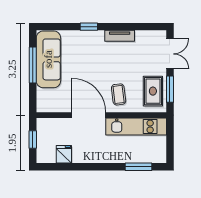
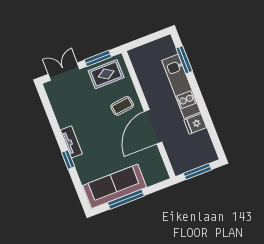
tv unit: (120, 36) -> (71, 142), moved
kitchen unit: (136, 126) -> (181, 86), moved, turned 180
window: (33, 140) -> (197, 171), width x1.50
fridge: (64, 154) -> (195, 124), moved

